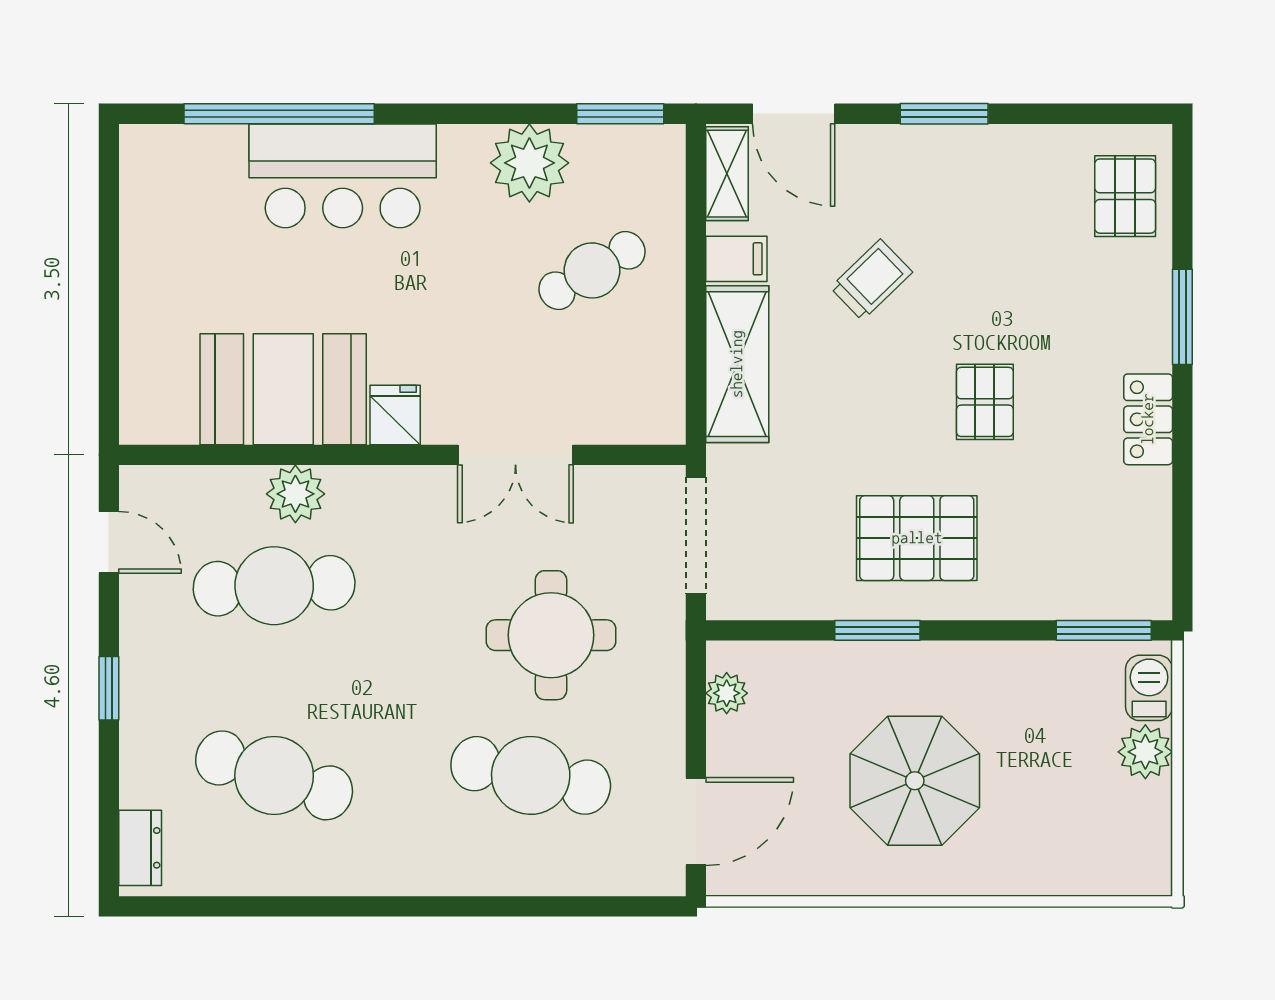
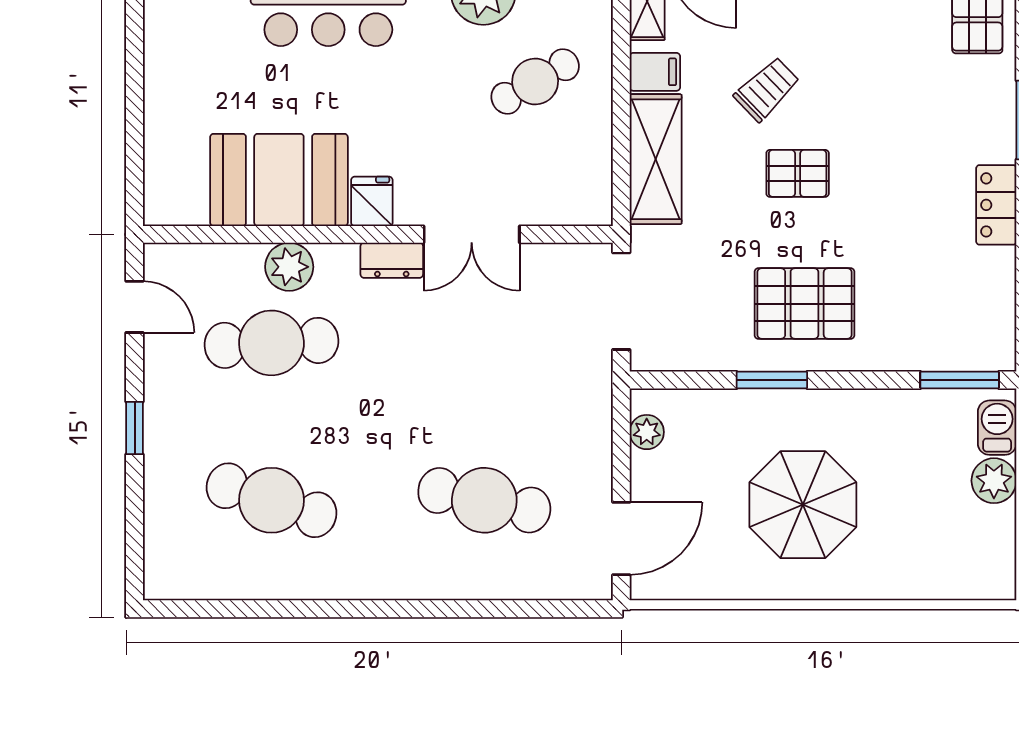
pallet: (985, 402) -> (798, 173), moved, turned 90
round table: (551, 635) -> (501, 384), removed
dresser: (140, 848) -> (392, 260), moved, turned 90

